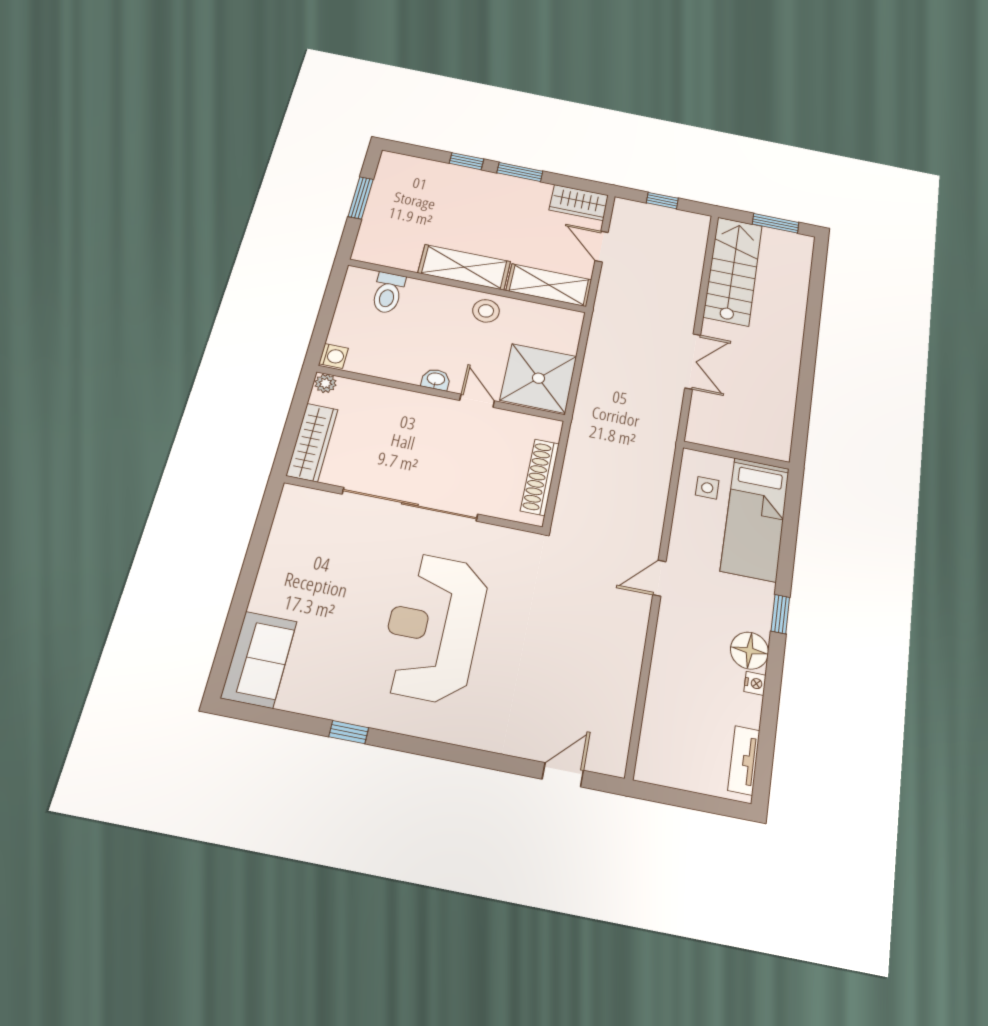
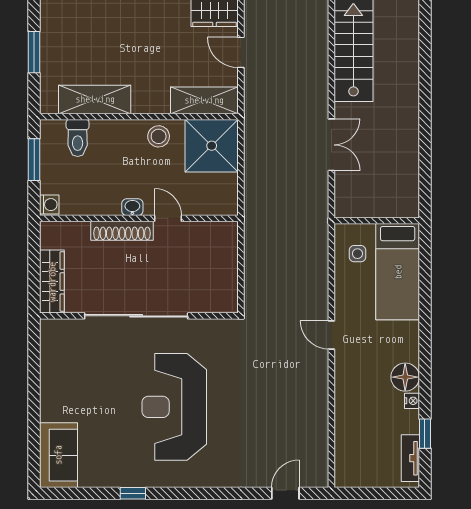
shelving: (464, 267) -> (95, 99), moved
window: (329, 305) -> (34, 160), added
shower: (538, 378) -> (212, 146), moved
plant: (325, 383) -> (49, 230), removed
shoe rack: (540, 477) -> (122, 231), moved, turned -90
door: (659, 578) -> (331, 335), hinge flipped
window: (780, 614) -> (425, 434), moved

